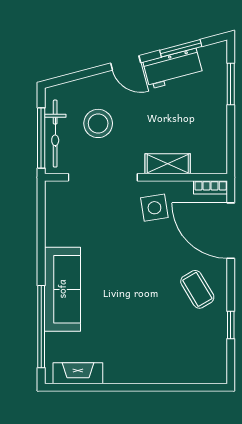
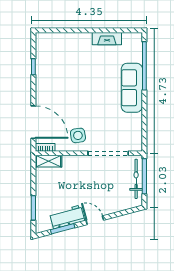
stool: (98, 123) -> (111, 185), removed
shelving: (168, 164) -> (48, 161), moved
coffee table: (197, 289) -> (53, 88), removed
fireplace: (78, 373) -> (107, 39), moved

